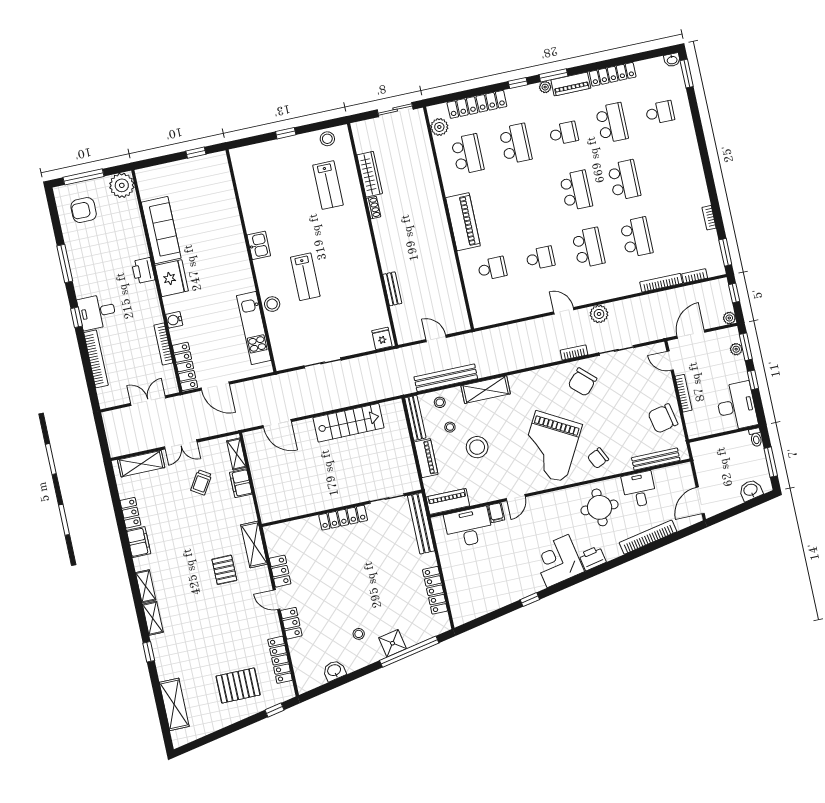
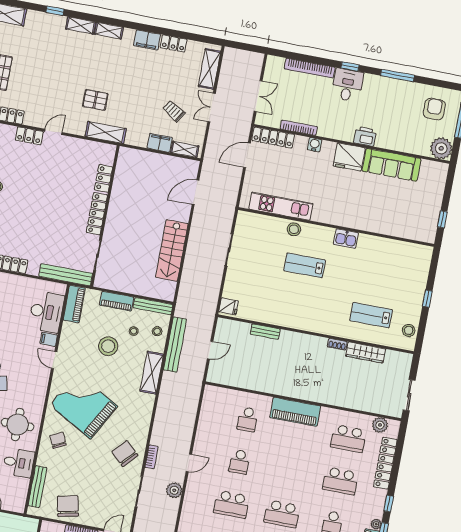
locker: (280, 571) -> (104, 178), moved, turned 90

